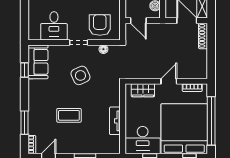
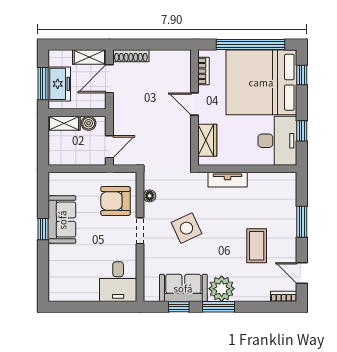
desk: (54, 26) -> (118, 282), moved, turned 90
sofa: (38, 62) -> (183, 288), moved
plant: (37, 100) -> (222, 289), added
coffee table: (69, 115) -> (257, 246), moved
tv unit: (115, 121) -> (228, 180), moved
window: (25, 123) -> (218, 307), moved

